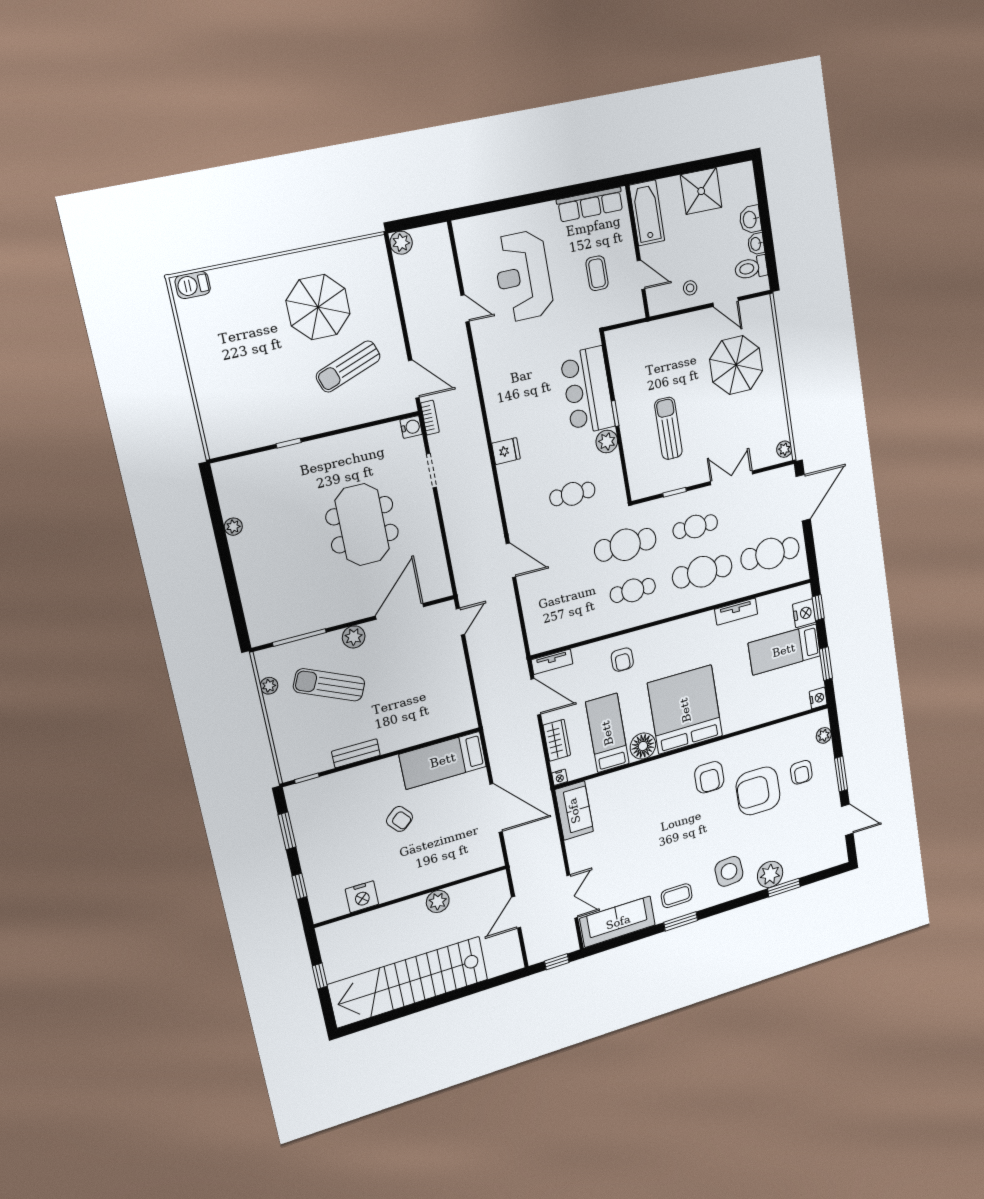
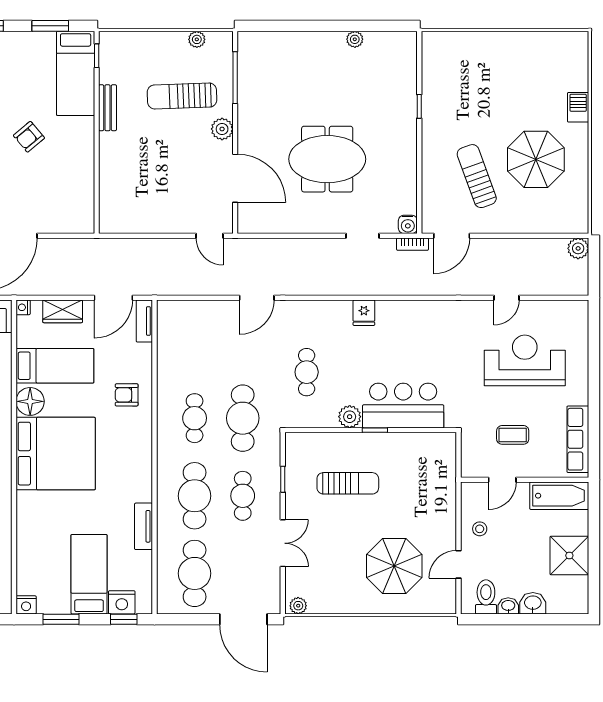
barbecue: (193, 285) -> (578, 107), moved
sun lounger: (329, 685) -> (182, 96), turned -116
bed: (443, 760) -> (76, 73), moved, turned 180

